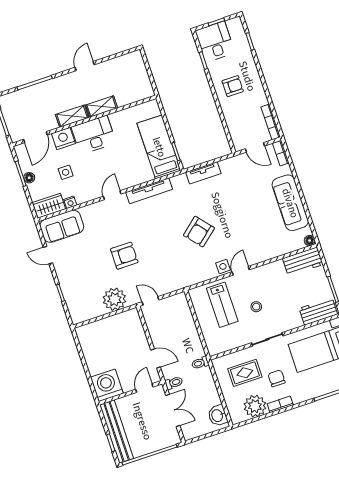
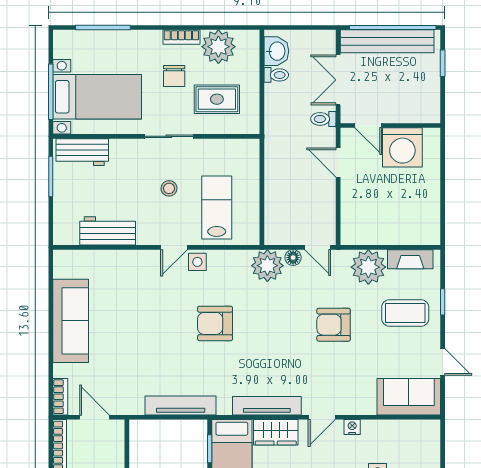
tv unit: (203, 173) -> (181, 405), width x1.41
nightstand: (70, 202) -> (352, 427), moved
wardrobe: (49, 206) -> (276, 432), moved
armchair: (199, 232) -> (215, 323), turned -140
floor lamp: (310, 241) -> (293, 258), moved
workbench: (303, 261) -> (108, 231), moved
coffee table: (82, 278) -> (405, 313), added
plant: (178, 279) -> (267, 266), added
fireplace: (90, 313) -> (410, 259), added
toilet: (200, 363) -> (276, 75), moved
washing machine: (107, 385) -> (402, 147), moved
door: (144, 388) -> (368, 125), hinge flipped
bench: (117, 432) -> (387, 41), moved, turned 90

